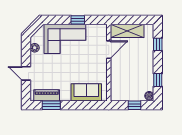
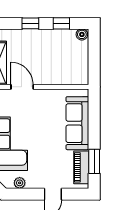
window: (158, 44) -> (30, 23), moved
sofa: (86, 92) -> (77, 123), width x1.36
window: (135, 105) -> (94, 53), removed

